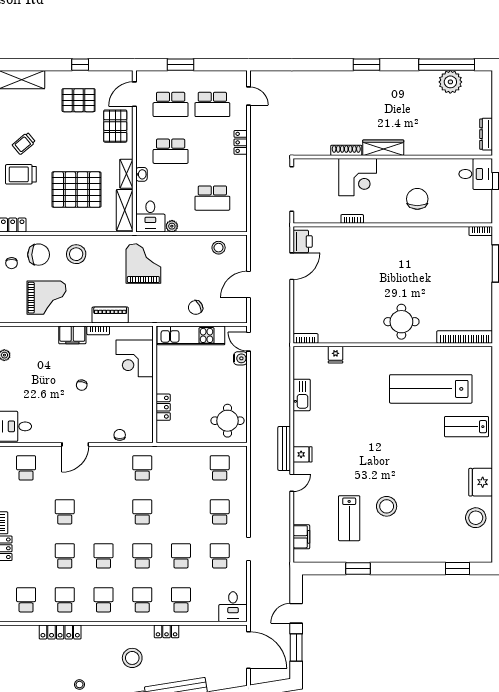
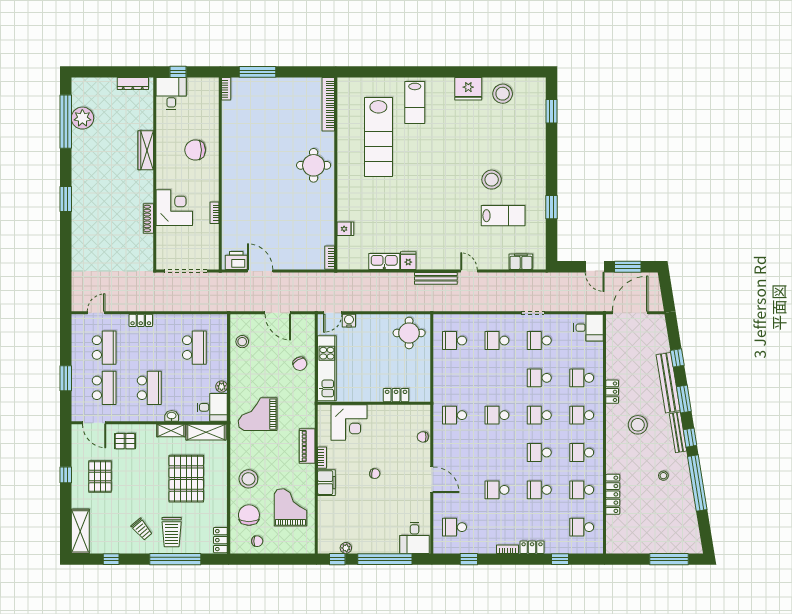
pallet: (115, 126) -> (125, 441), width x0.67, depth x0.71
wardrobe: (383, 148) -> (146, 150), moved
fridge: (303, 454) -> (408, 261), moved

